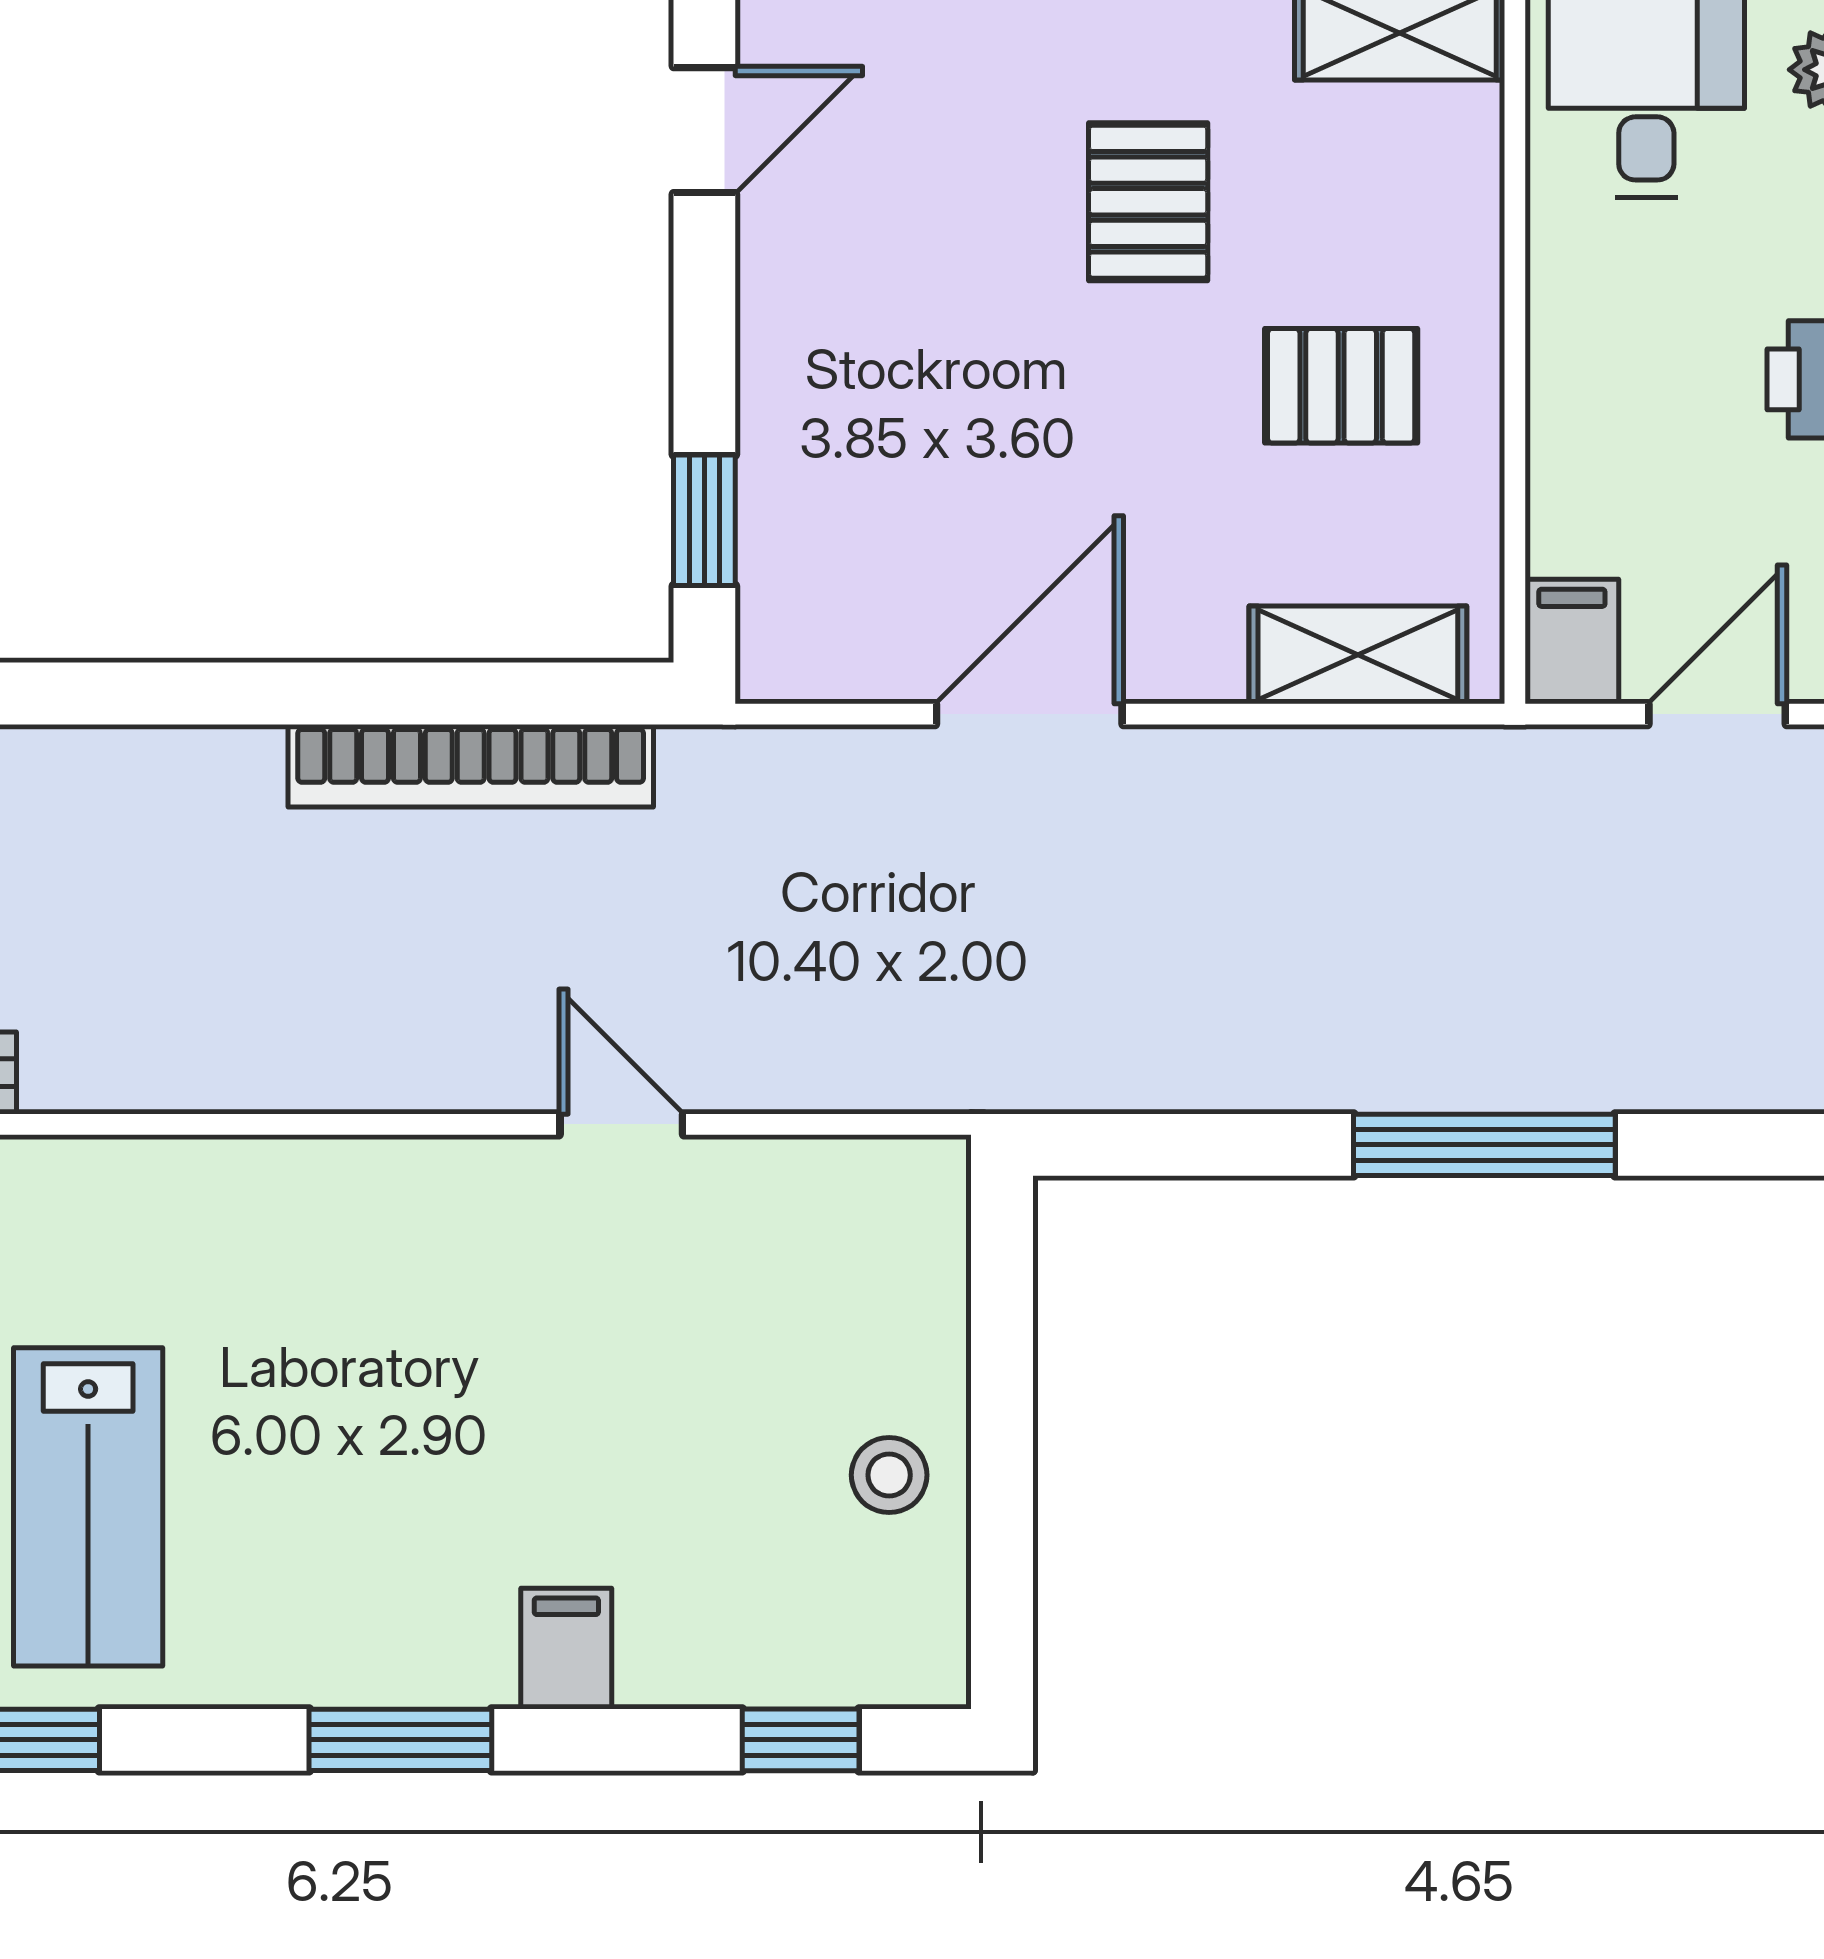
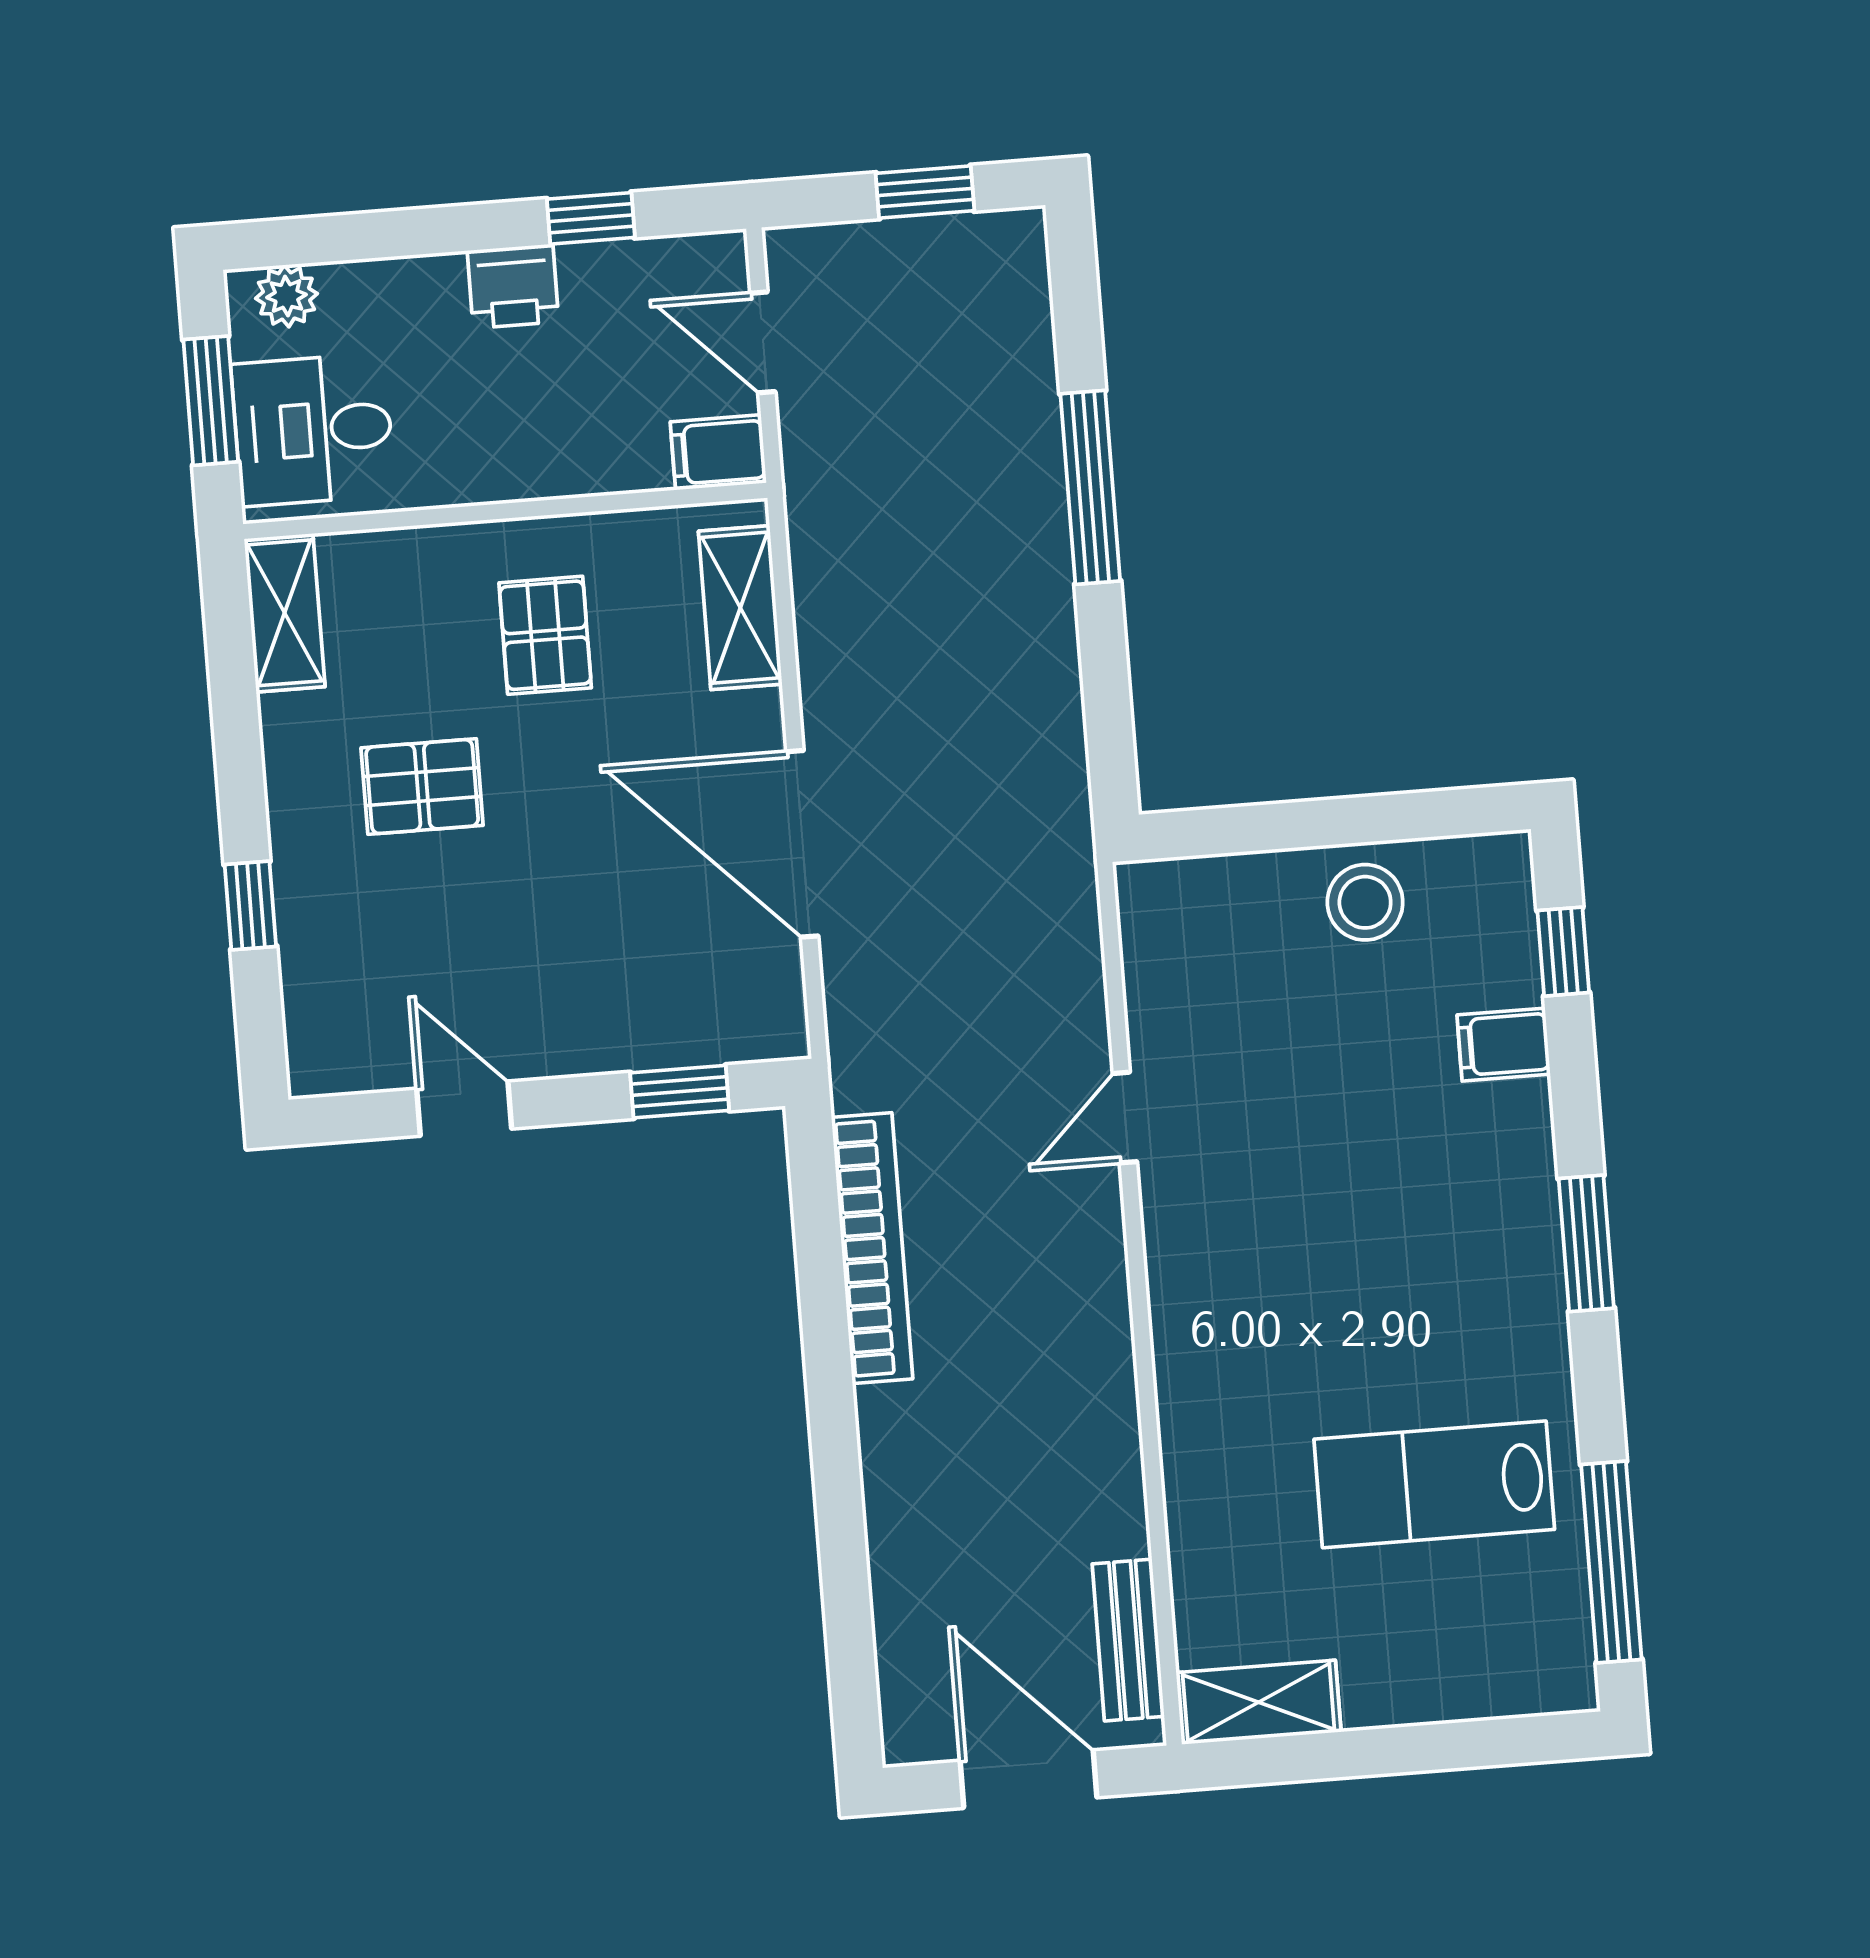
door: (704, 130) -> (464, 1109), moved
door: (1029, 714) -> (802, 844), width x1.36
stool: (889, 1475) -> (1365, 902), width x1.37, depth x1.37
lab bench: (88, 1507) -> (1434, 1484), turned 180
filing cabinet: (566, 1649) -> (1504, 1045), moved

